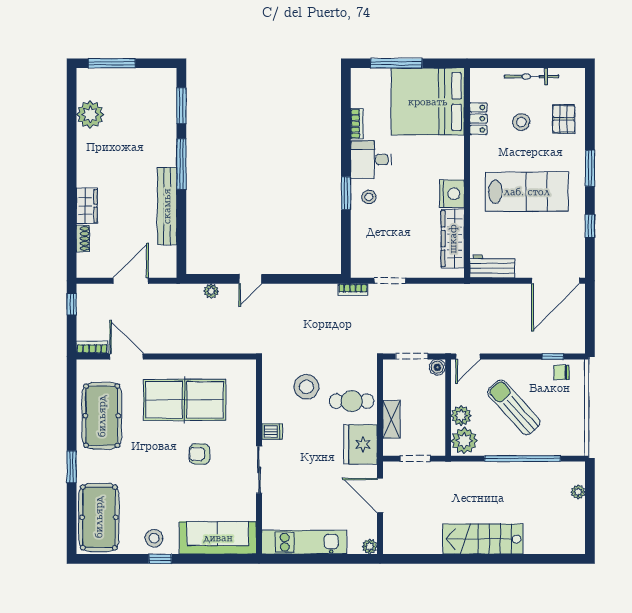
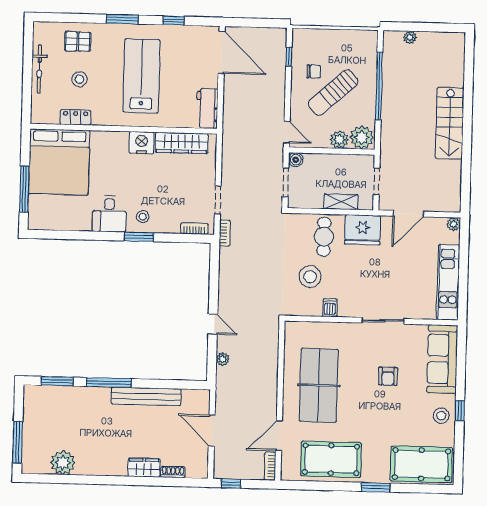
bookcase: (357, 124) -> (194, 229), moved
chair: (561, 372) -> (314, 71), moved, turned -90
dishwasher: (272, 431) -> (330, 308), moved
armchair: (199, 454) -> (388, 376), moved

